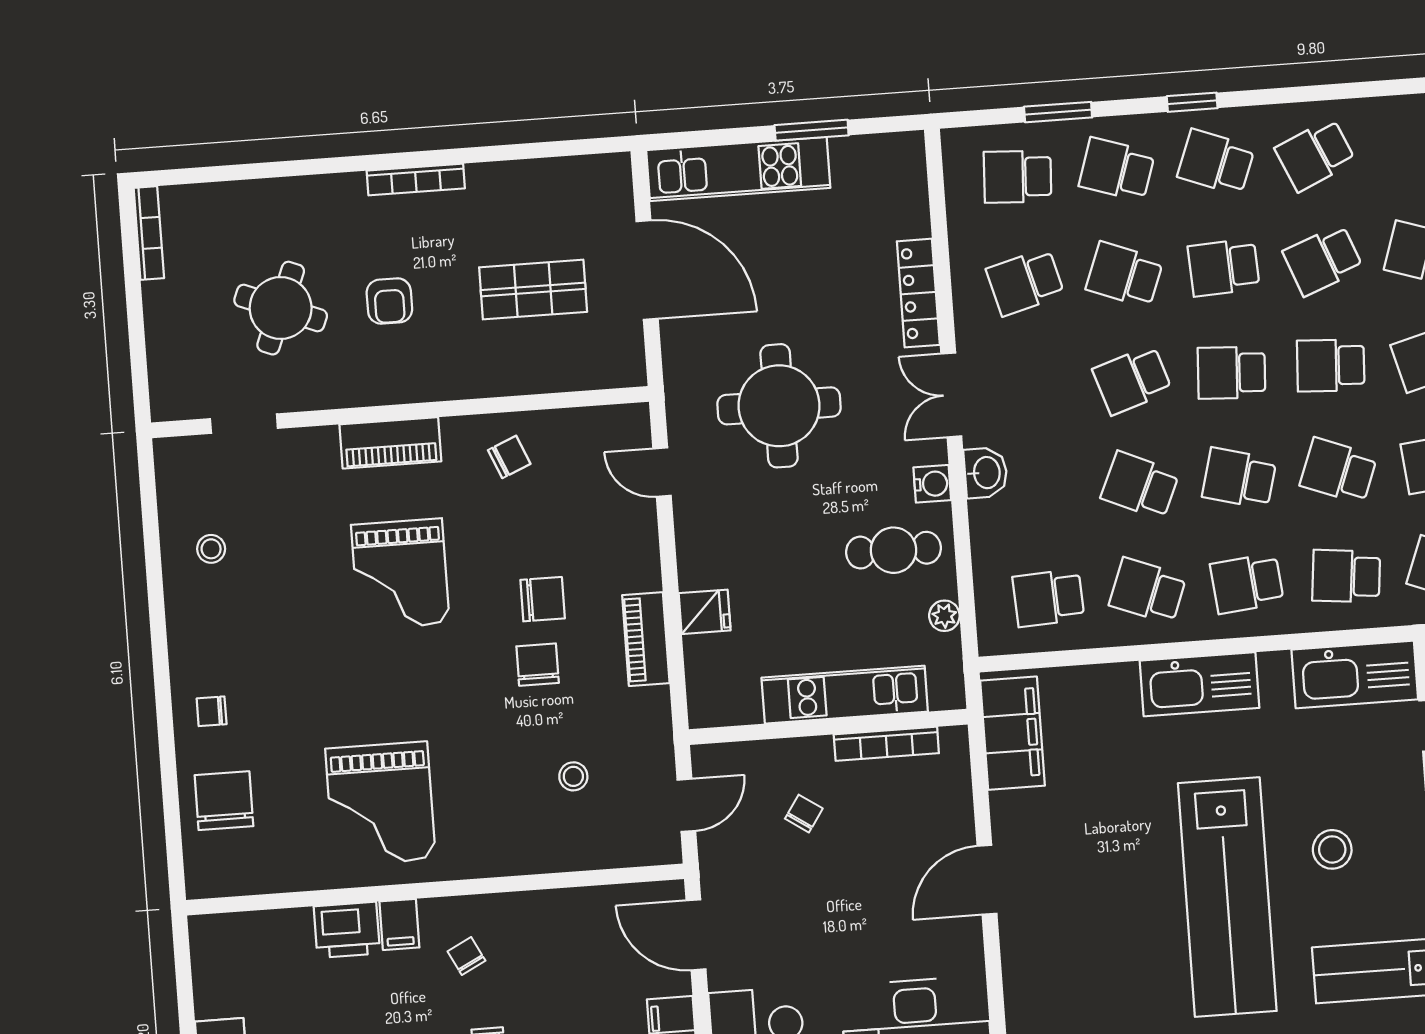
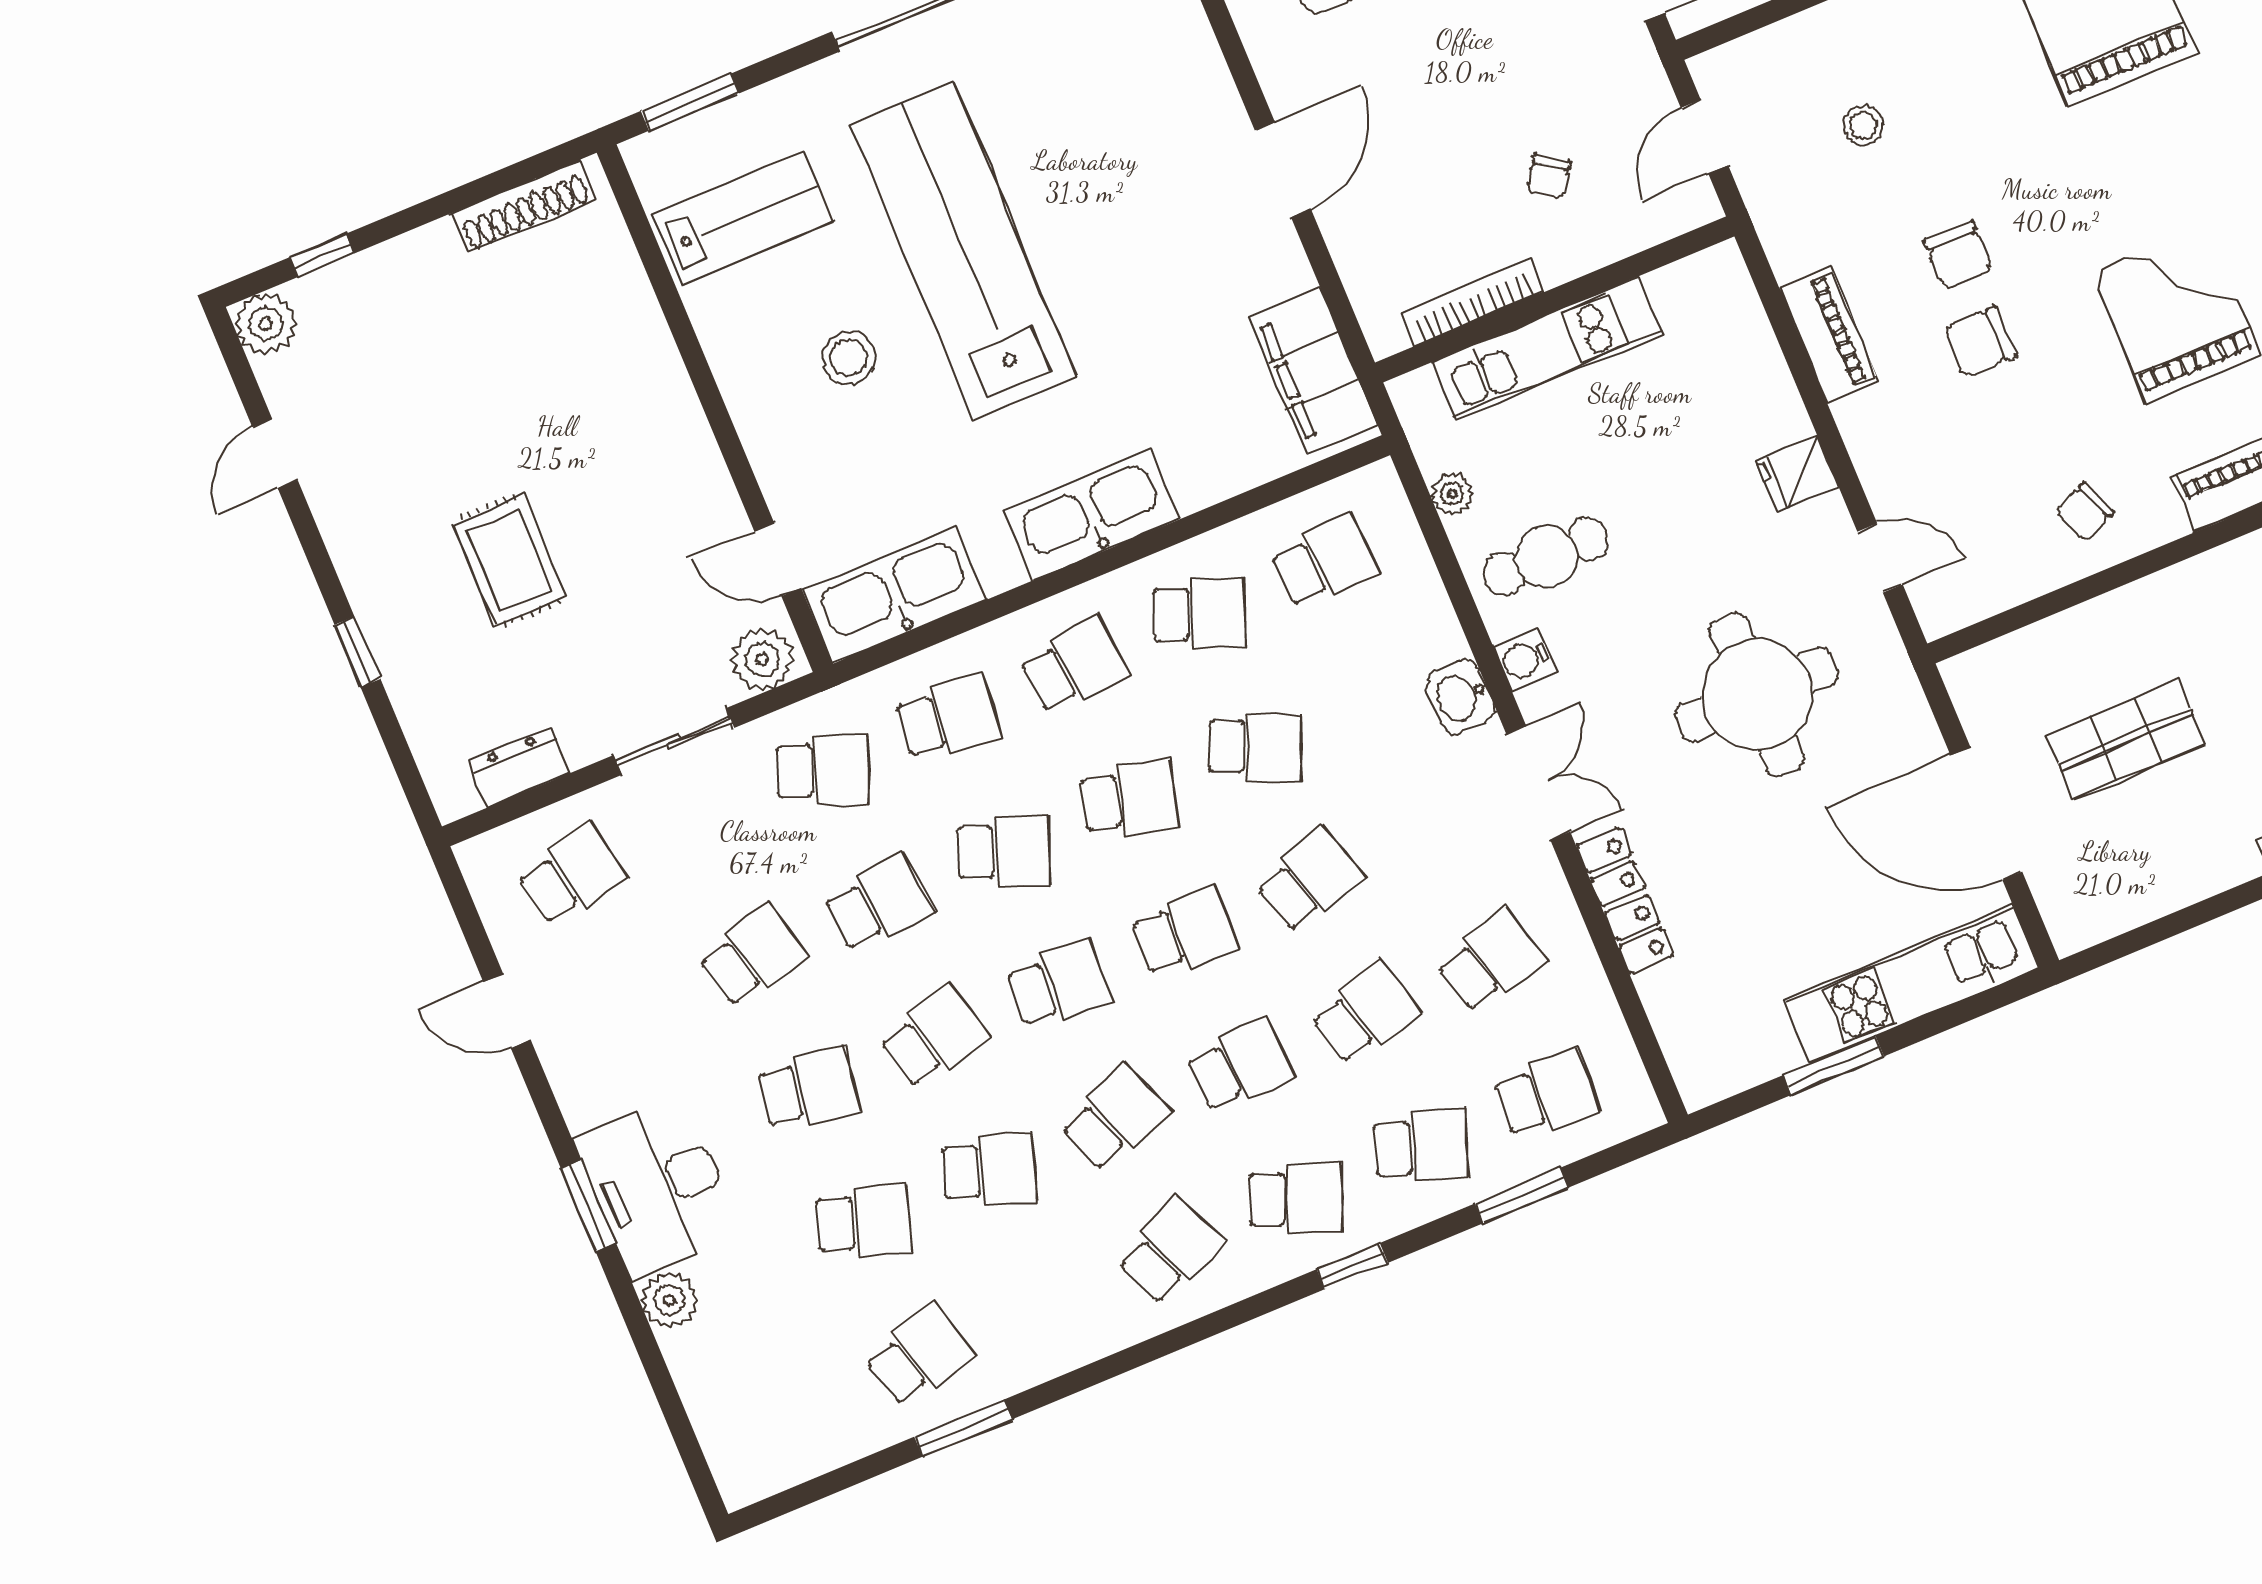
school desk: (1125, 275) -> (1366, 1013), turned -36
fridge: (705, 612) -> (1797, 474), moved

